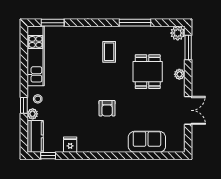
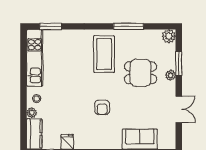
window: (188, 47) -> (179, 63), moved
coffee table: (109, 52) -> (104, 54), width x1.86, depth x1.72
dining table: (148, 72) -> (141, 73), turned 90
window: (24, 105) -> (24, 105), removed

